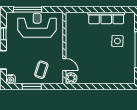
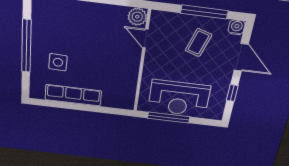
window: (28, 10) -> (169, 117), moved
coffee table: (41, 70) -> (198, 43), moved
window: (32, 86) -> (204, 12), width x1.44

